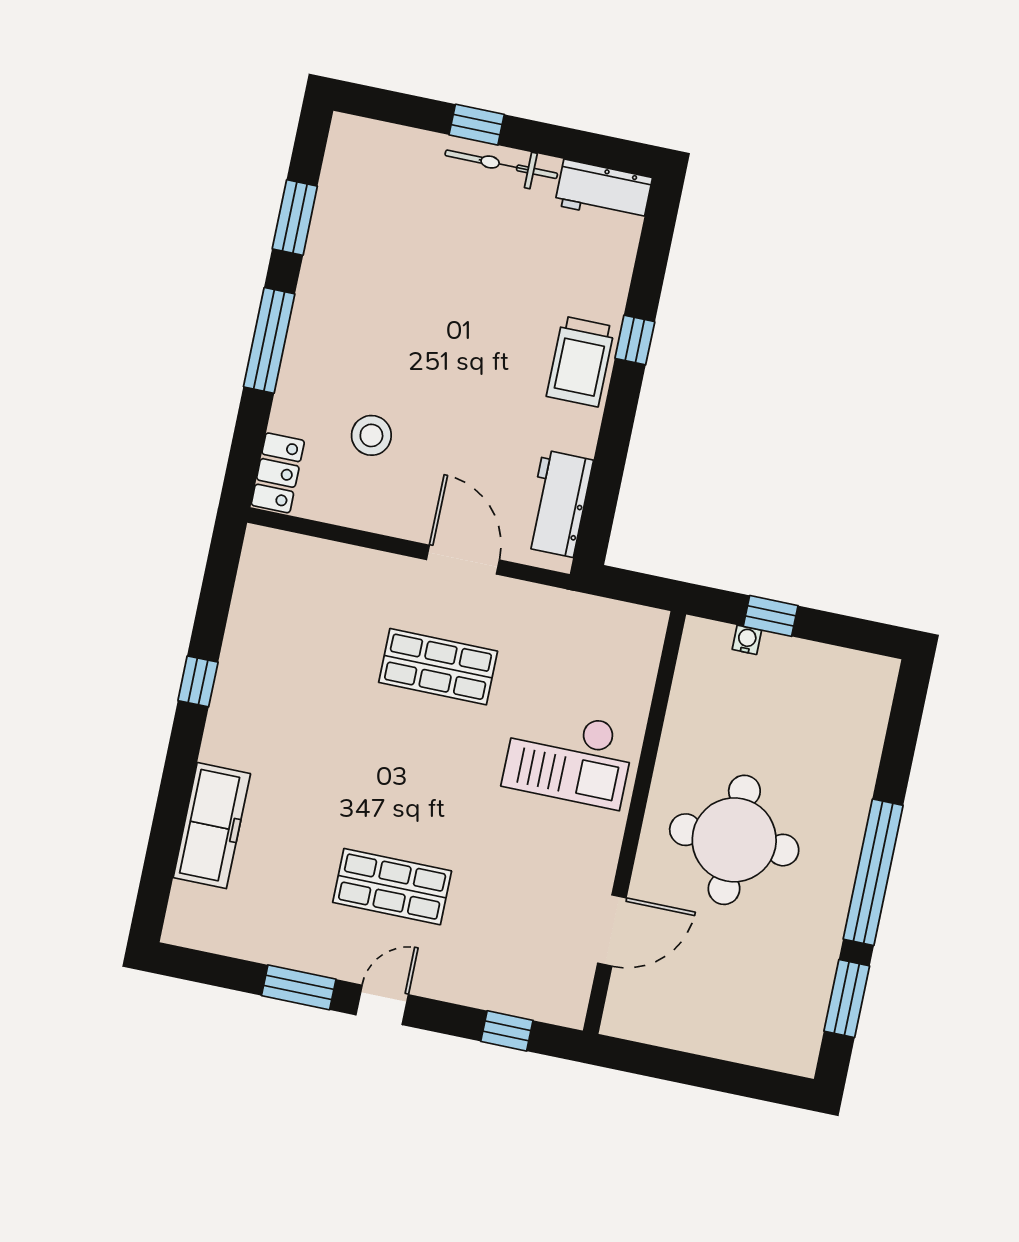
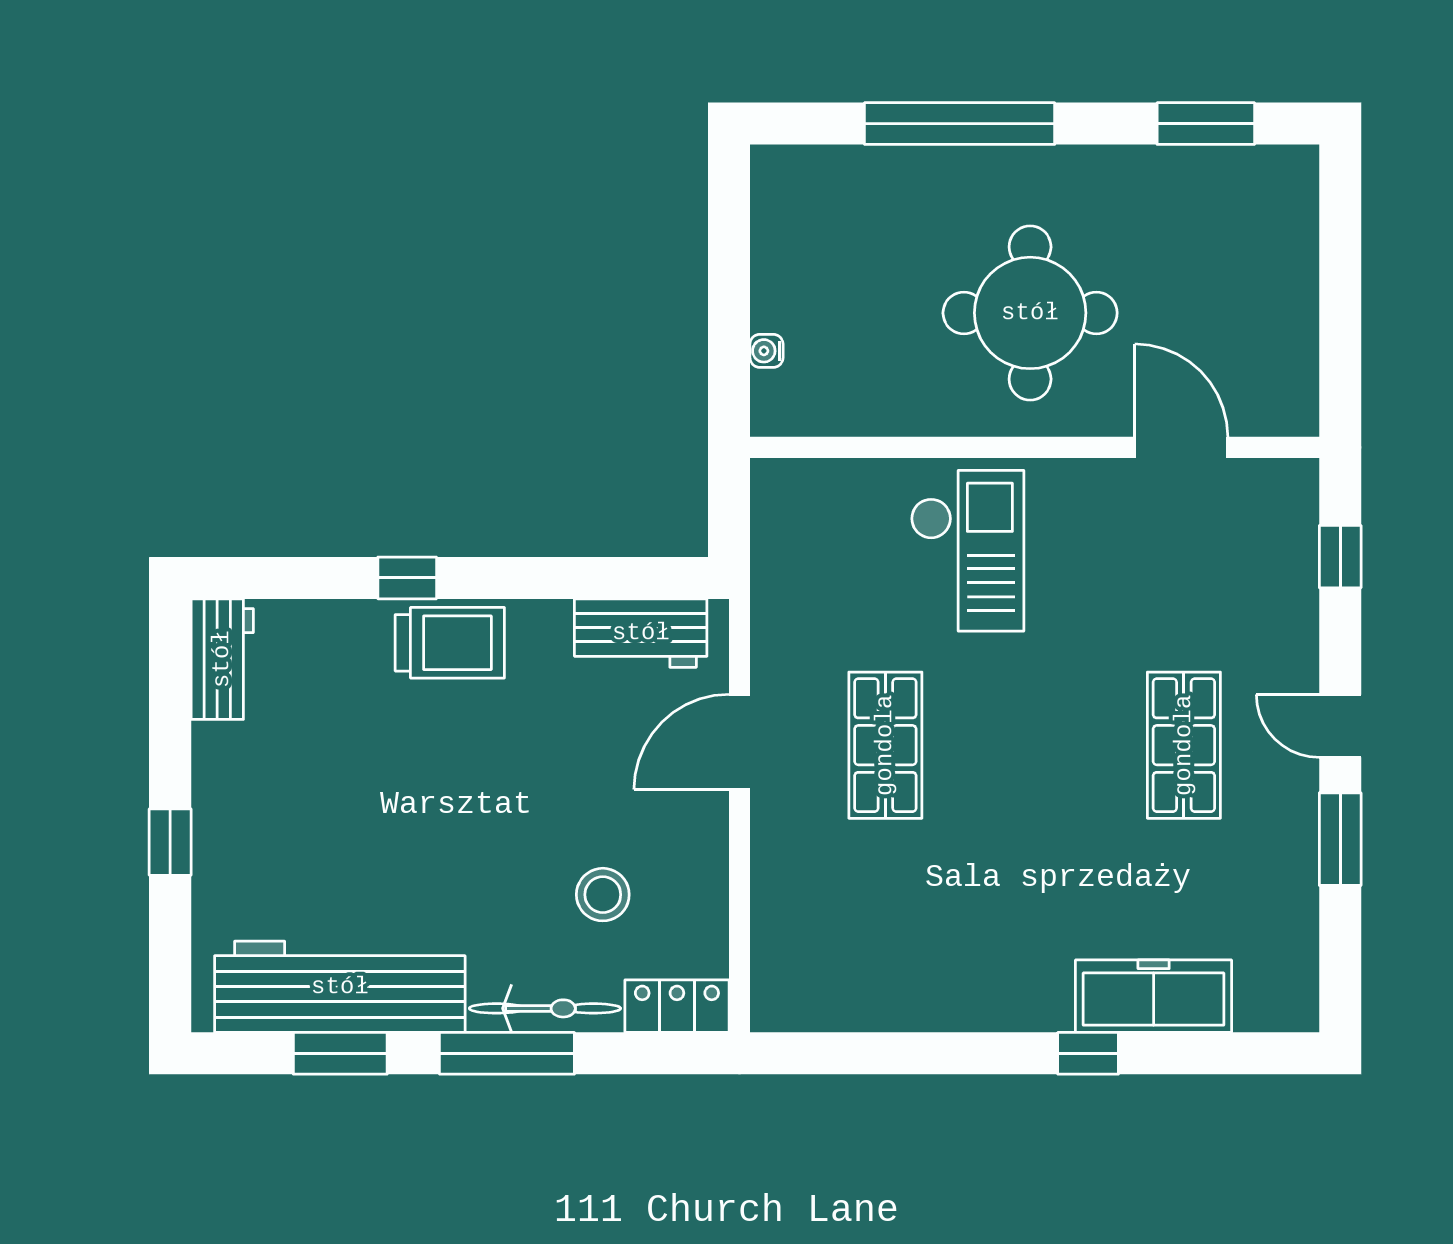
bicycle: (501, 164) -> (545, 1008), moved, turned -90
workbench: (344, 227) -> (340, 987), added
window: (771, 616) -> (729, 326), removed
window: (198, 681) -> (1088, 1053), moved
window: (873, 872) -> (960, 124), moved

